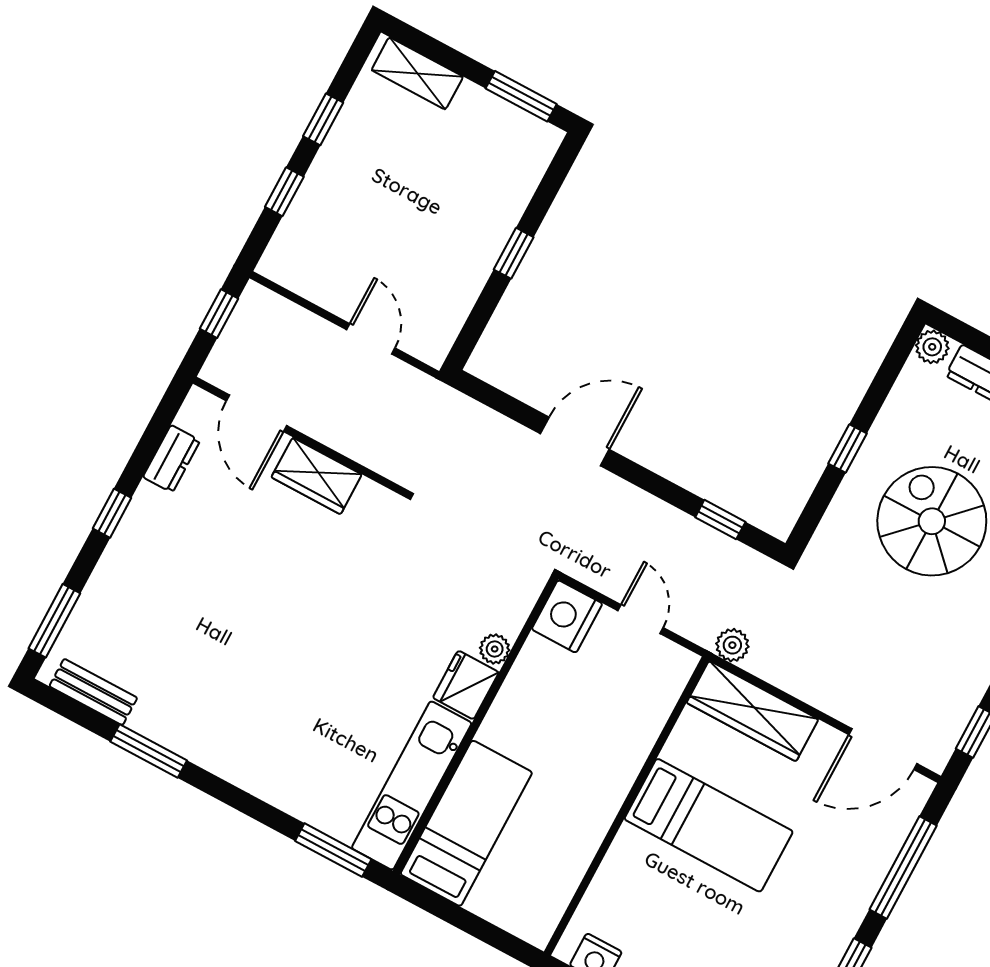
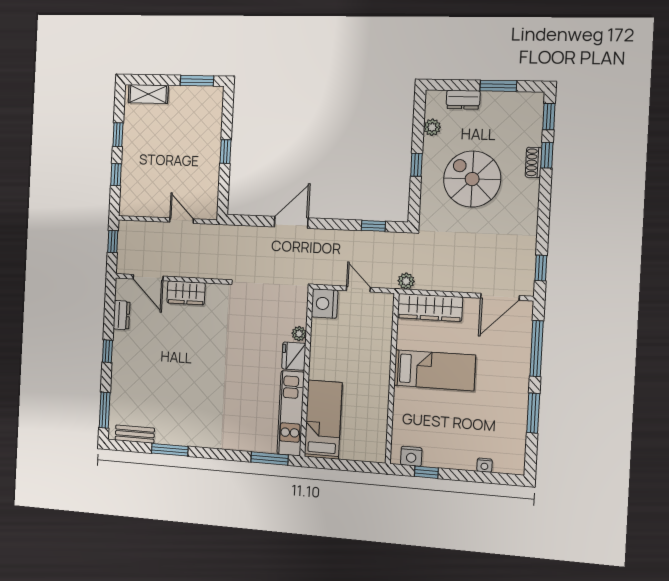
plant: (932, 347) -> (432, 127), moved

